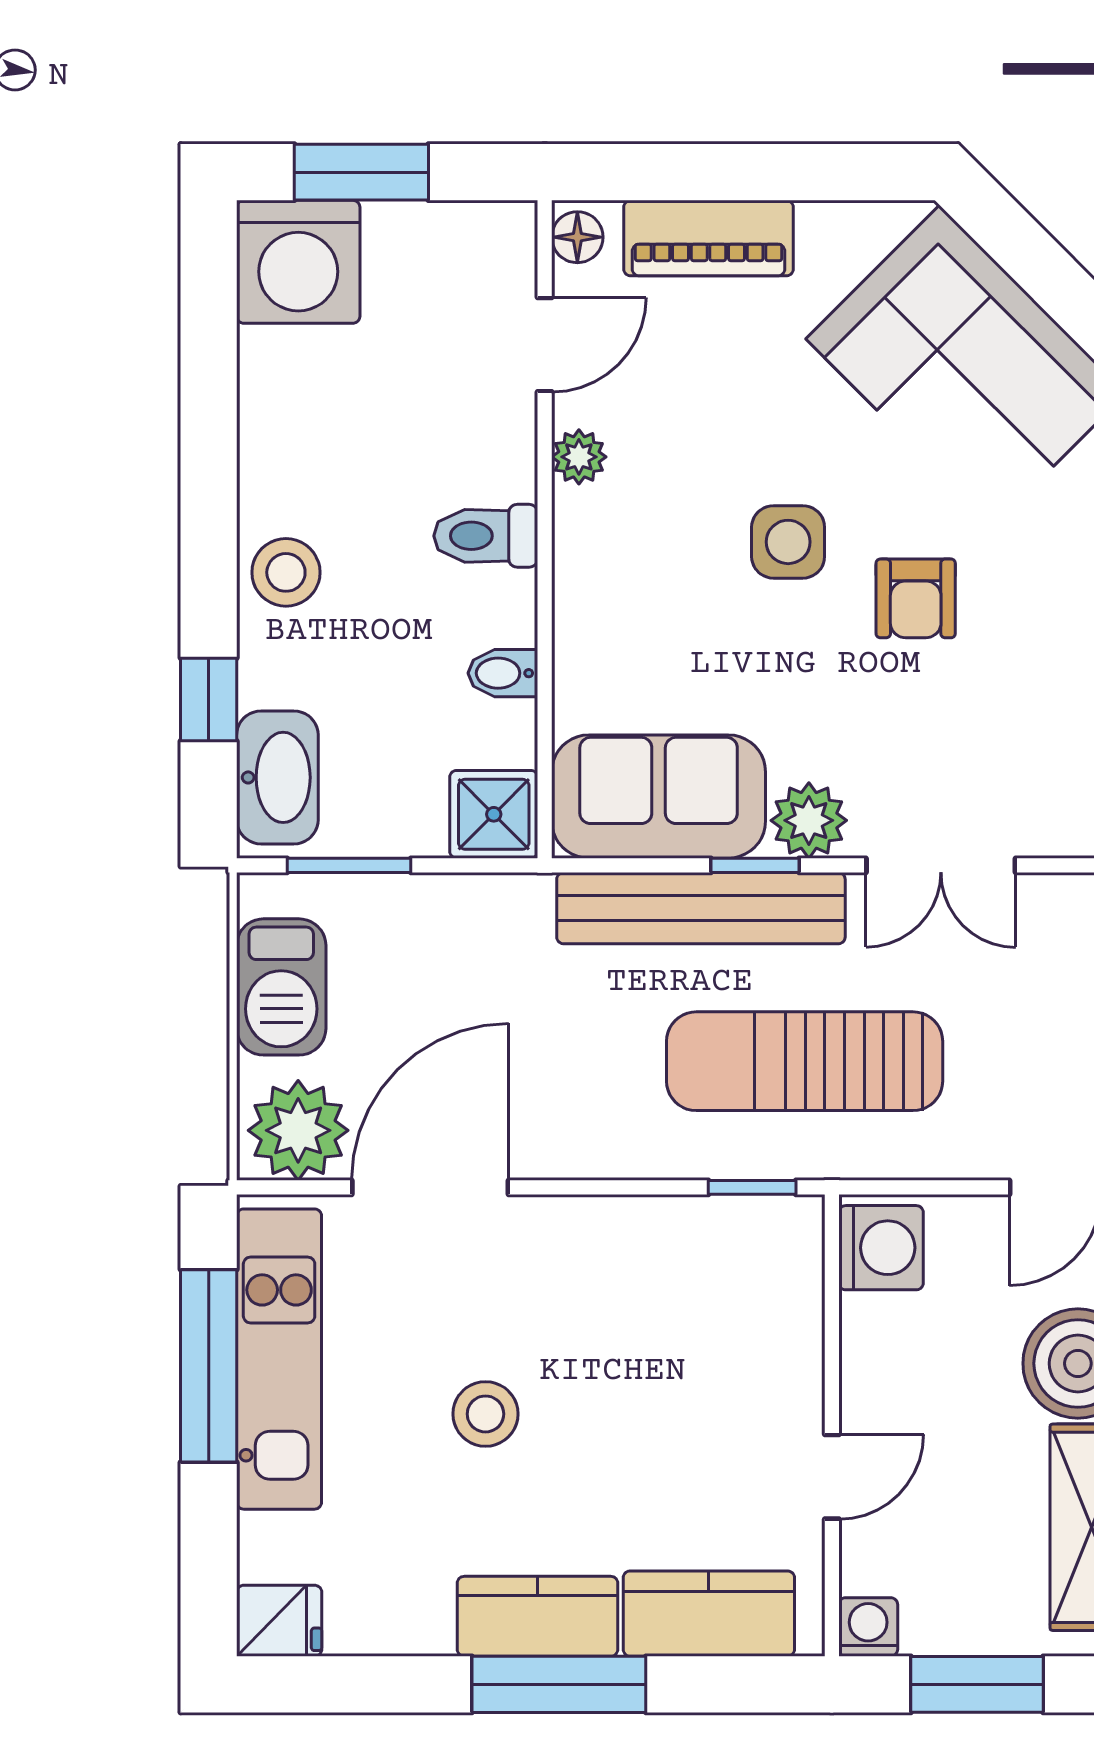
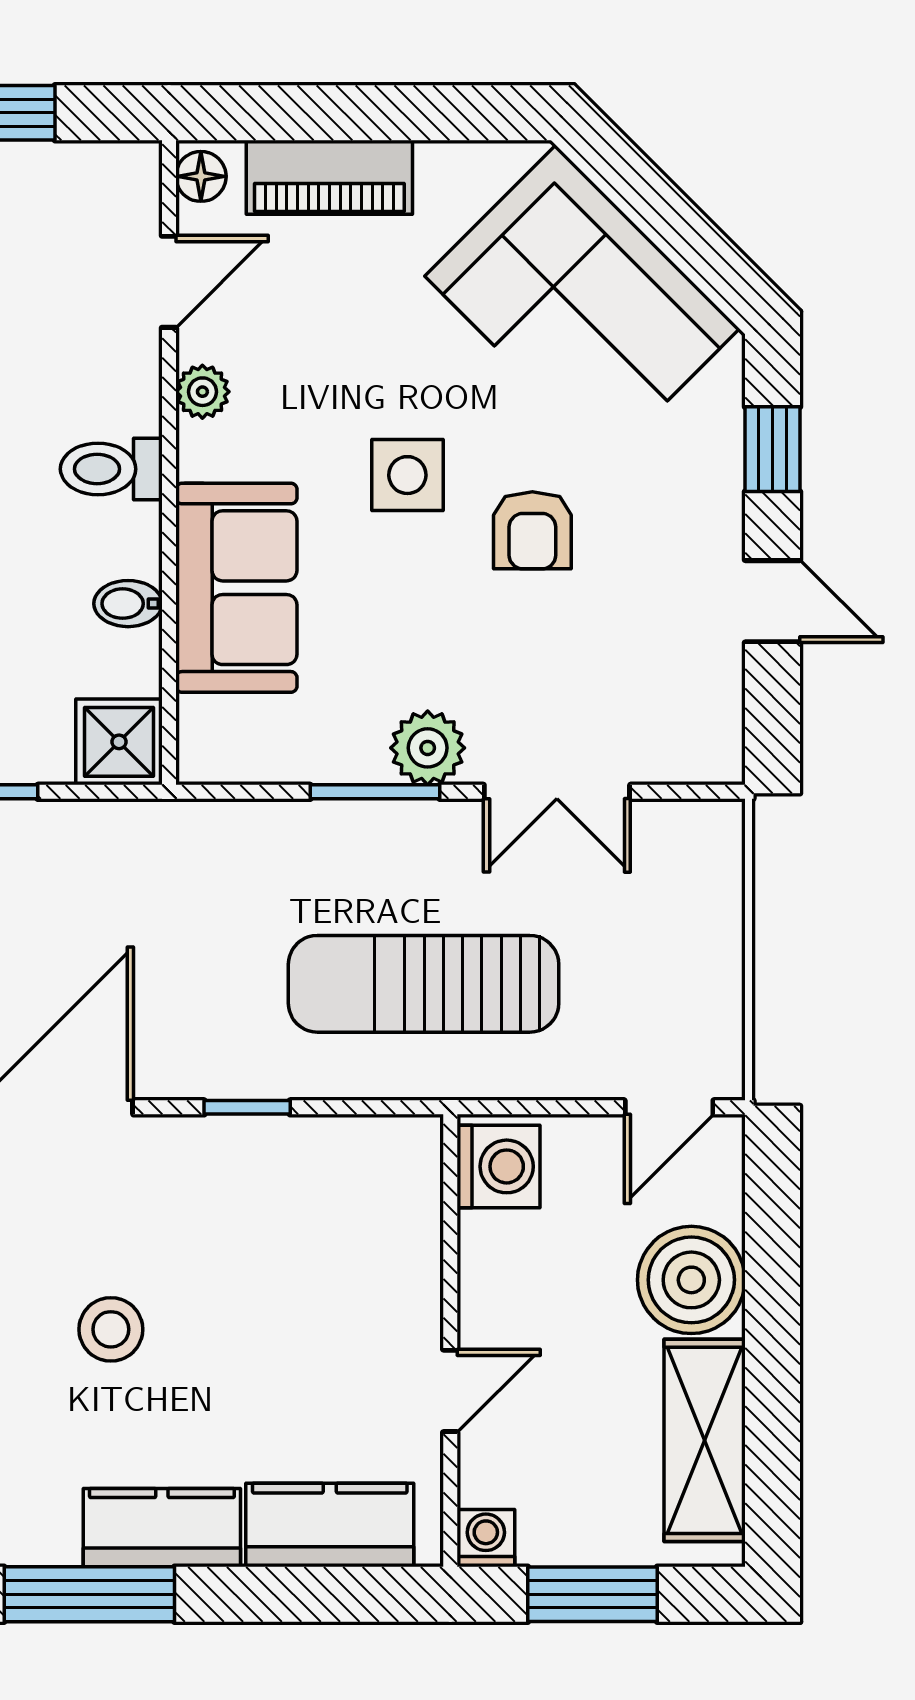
sofa: (659, 797) -> (236, 588), moved, turned 90
window: (755, 865) -> (375, 792), width x1.50
bench: (701, 908) -> (322, 834), removed
window: (752, 1187) -> (247, 1107), moved
window: (559, 1684) -> (89, 1594), moved

